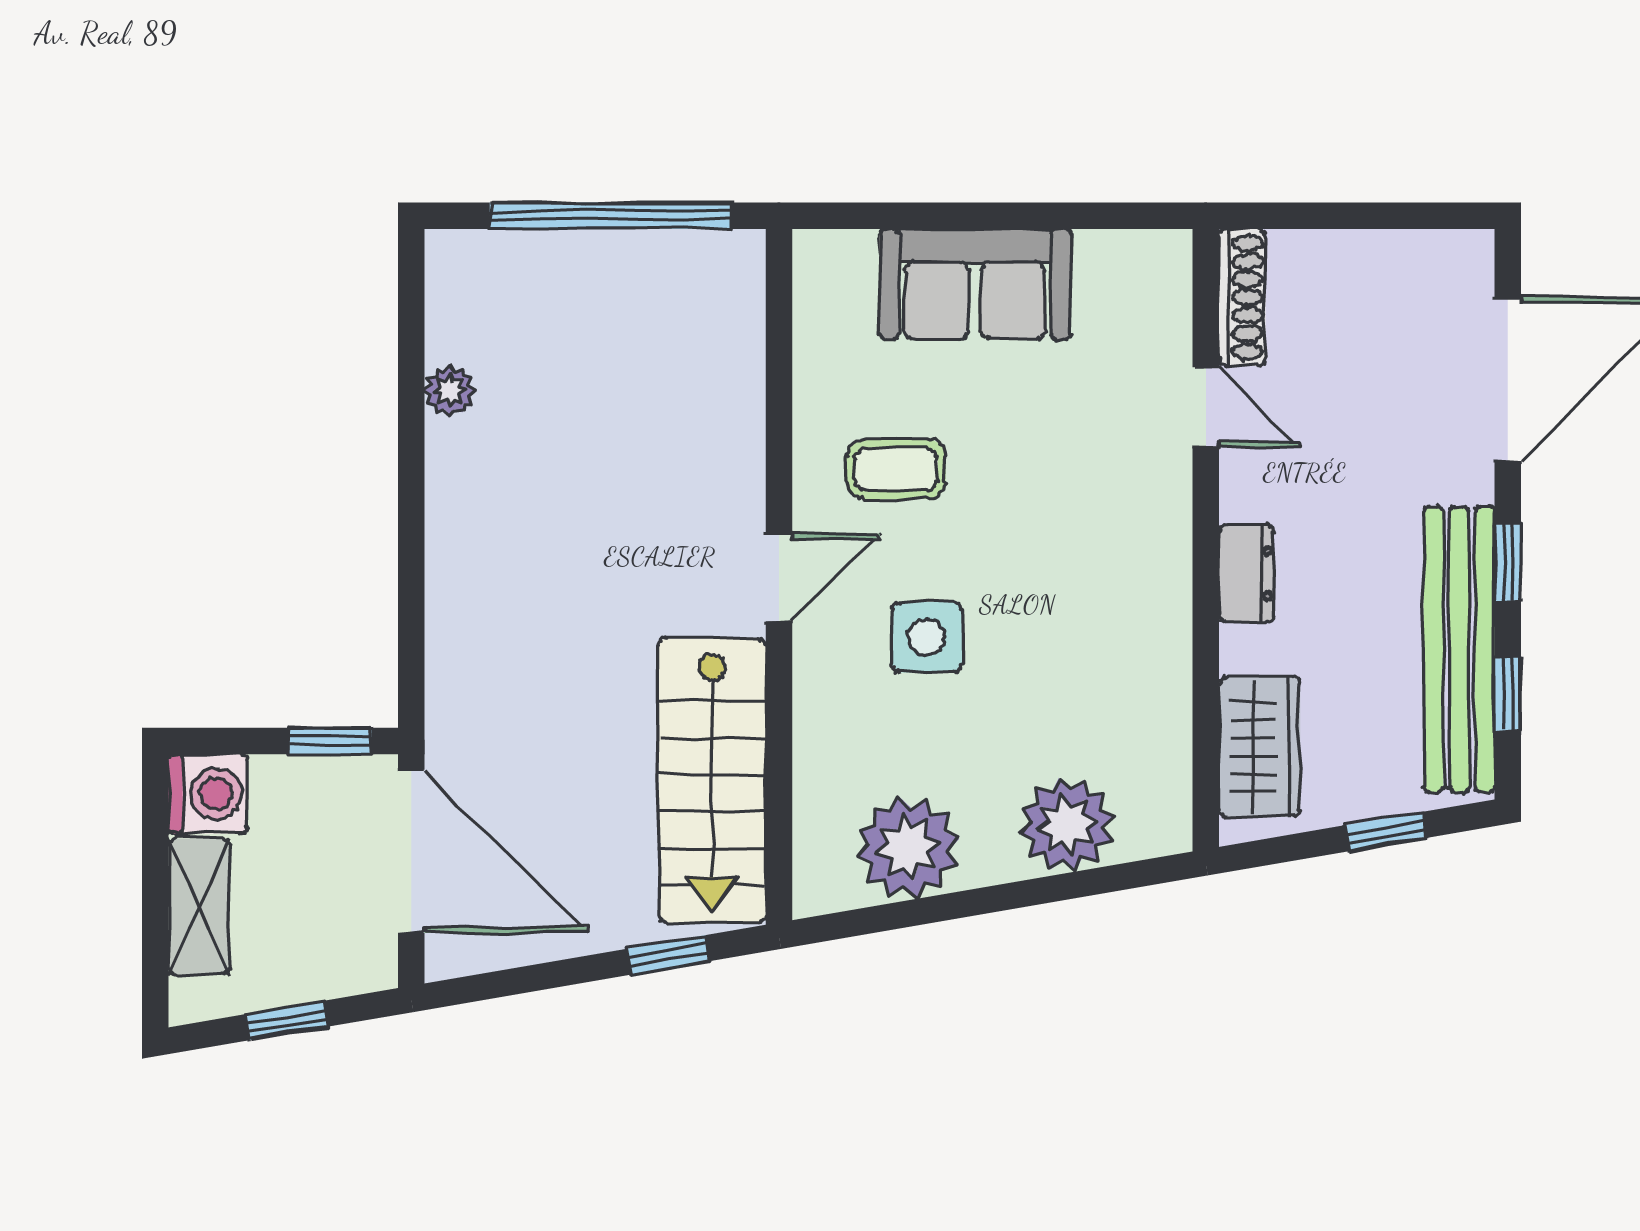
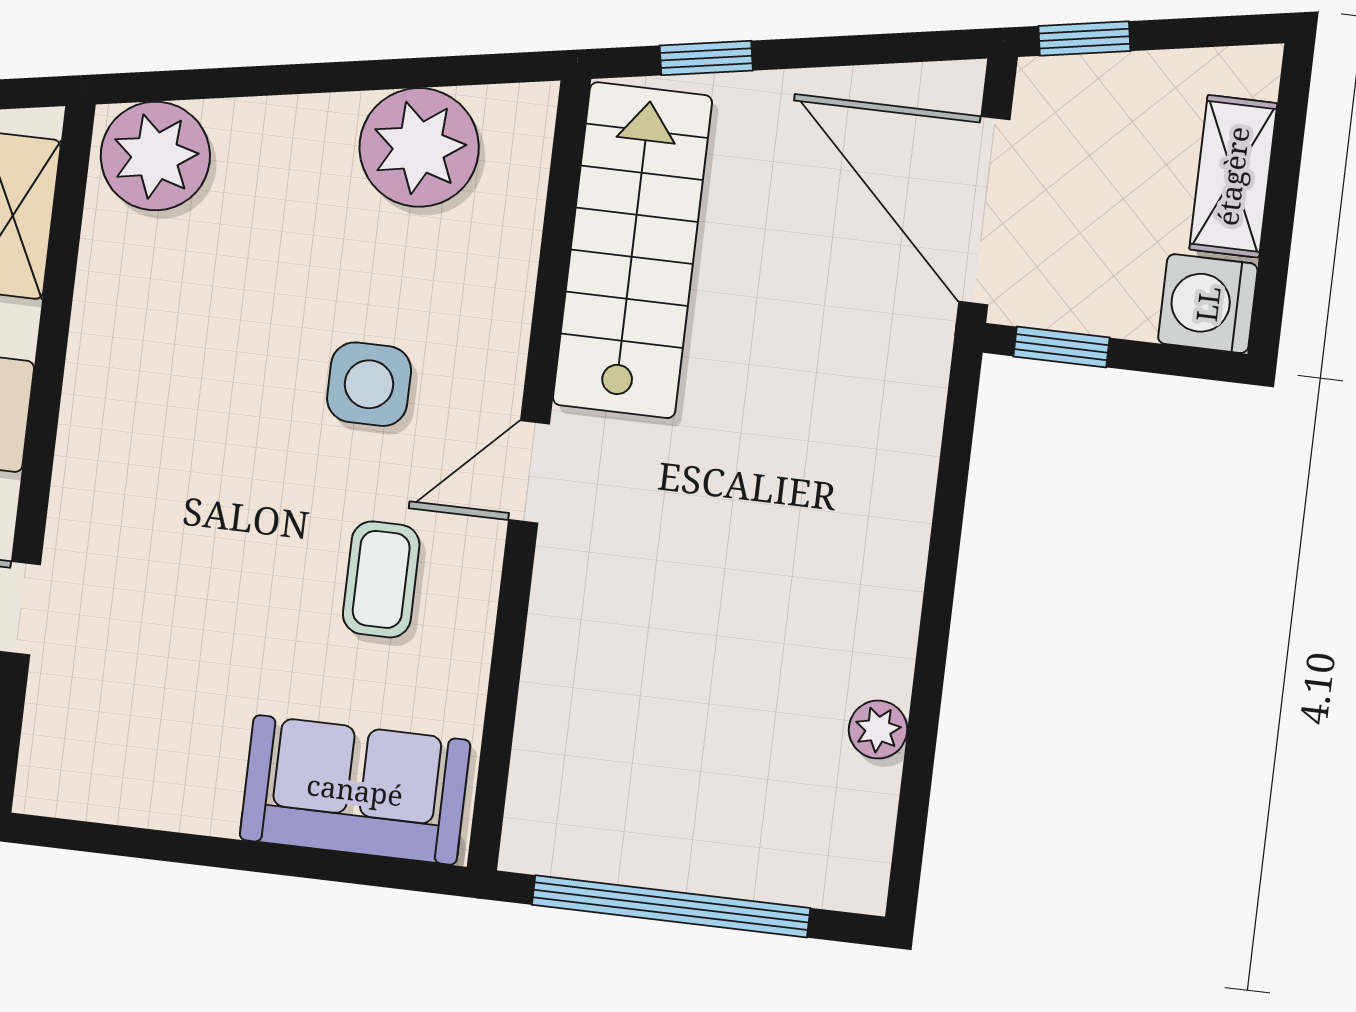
sofa: (975, 284) -> (355, 790), moved
coffee table: (896, 469) -> (381, 579), turned 90
plant: (1067, 825) -> (155, 156), moved
window: (287, 1020) -> (1084, 38), moved

